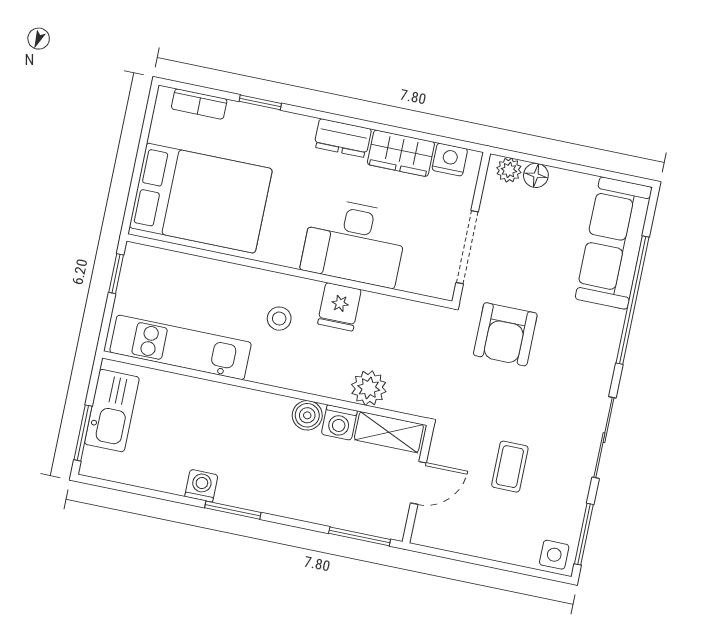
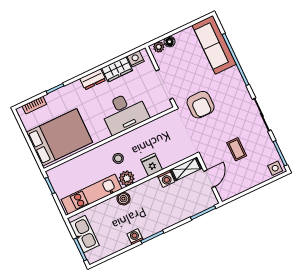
fridge: (339, 307) -> (152, 165), moved, turned 180
plant: (369, 388) -> (127, 178), moved
boiler: (307, 415) -> (123, 199), moved

